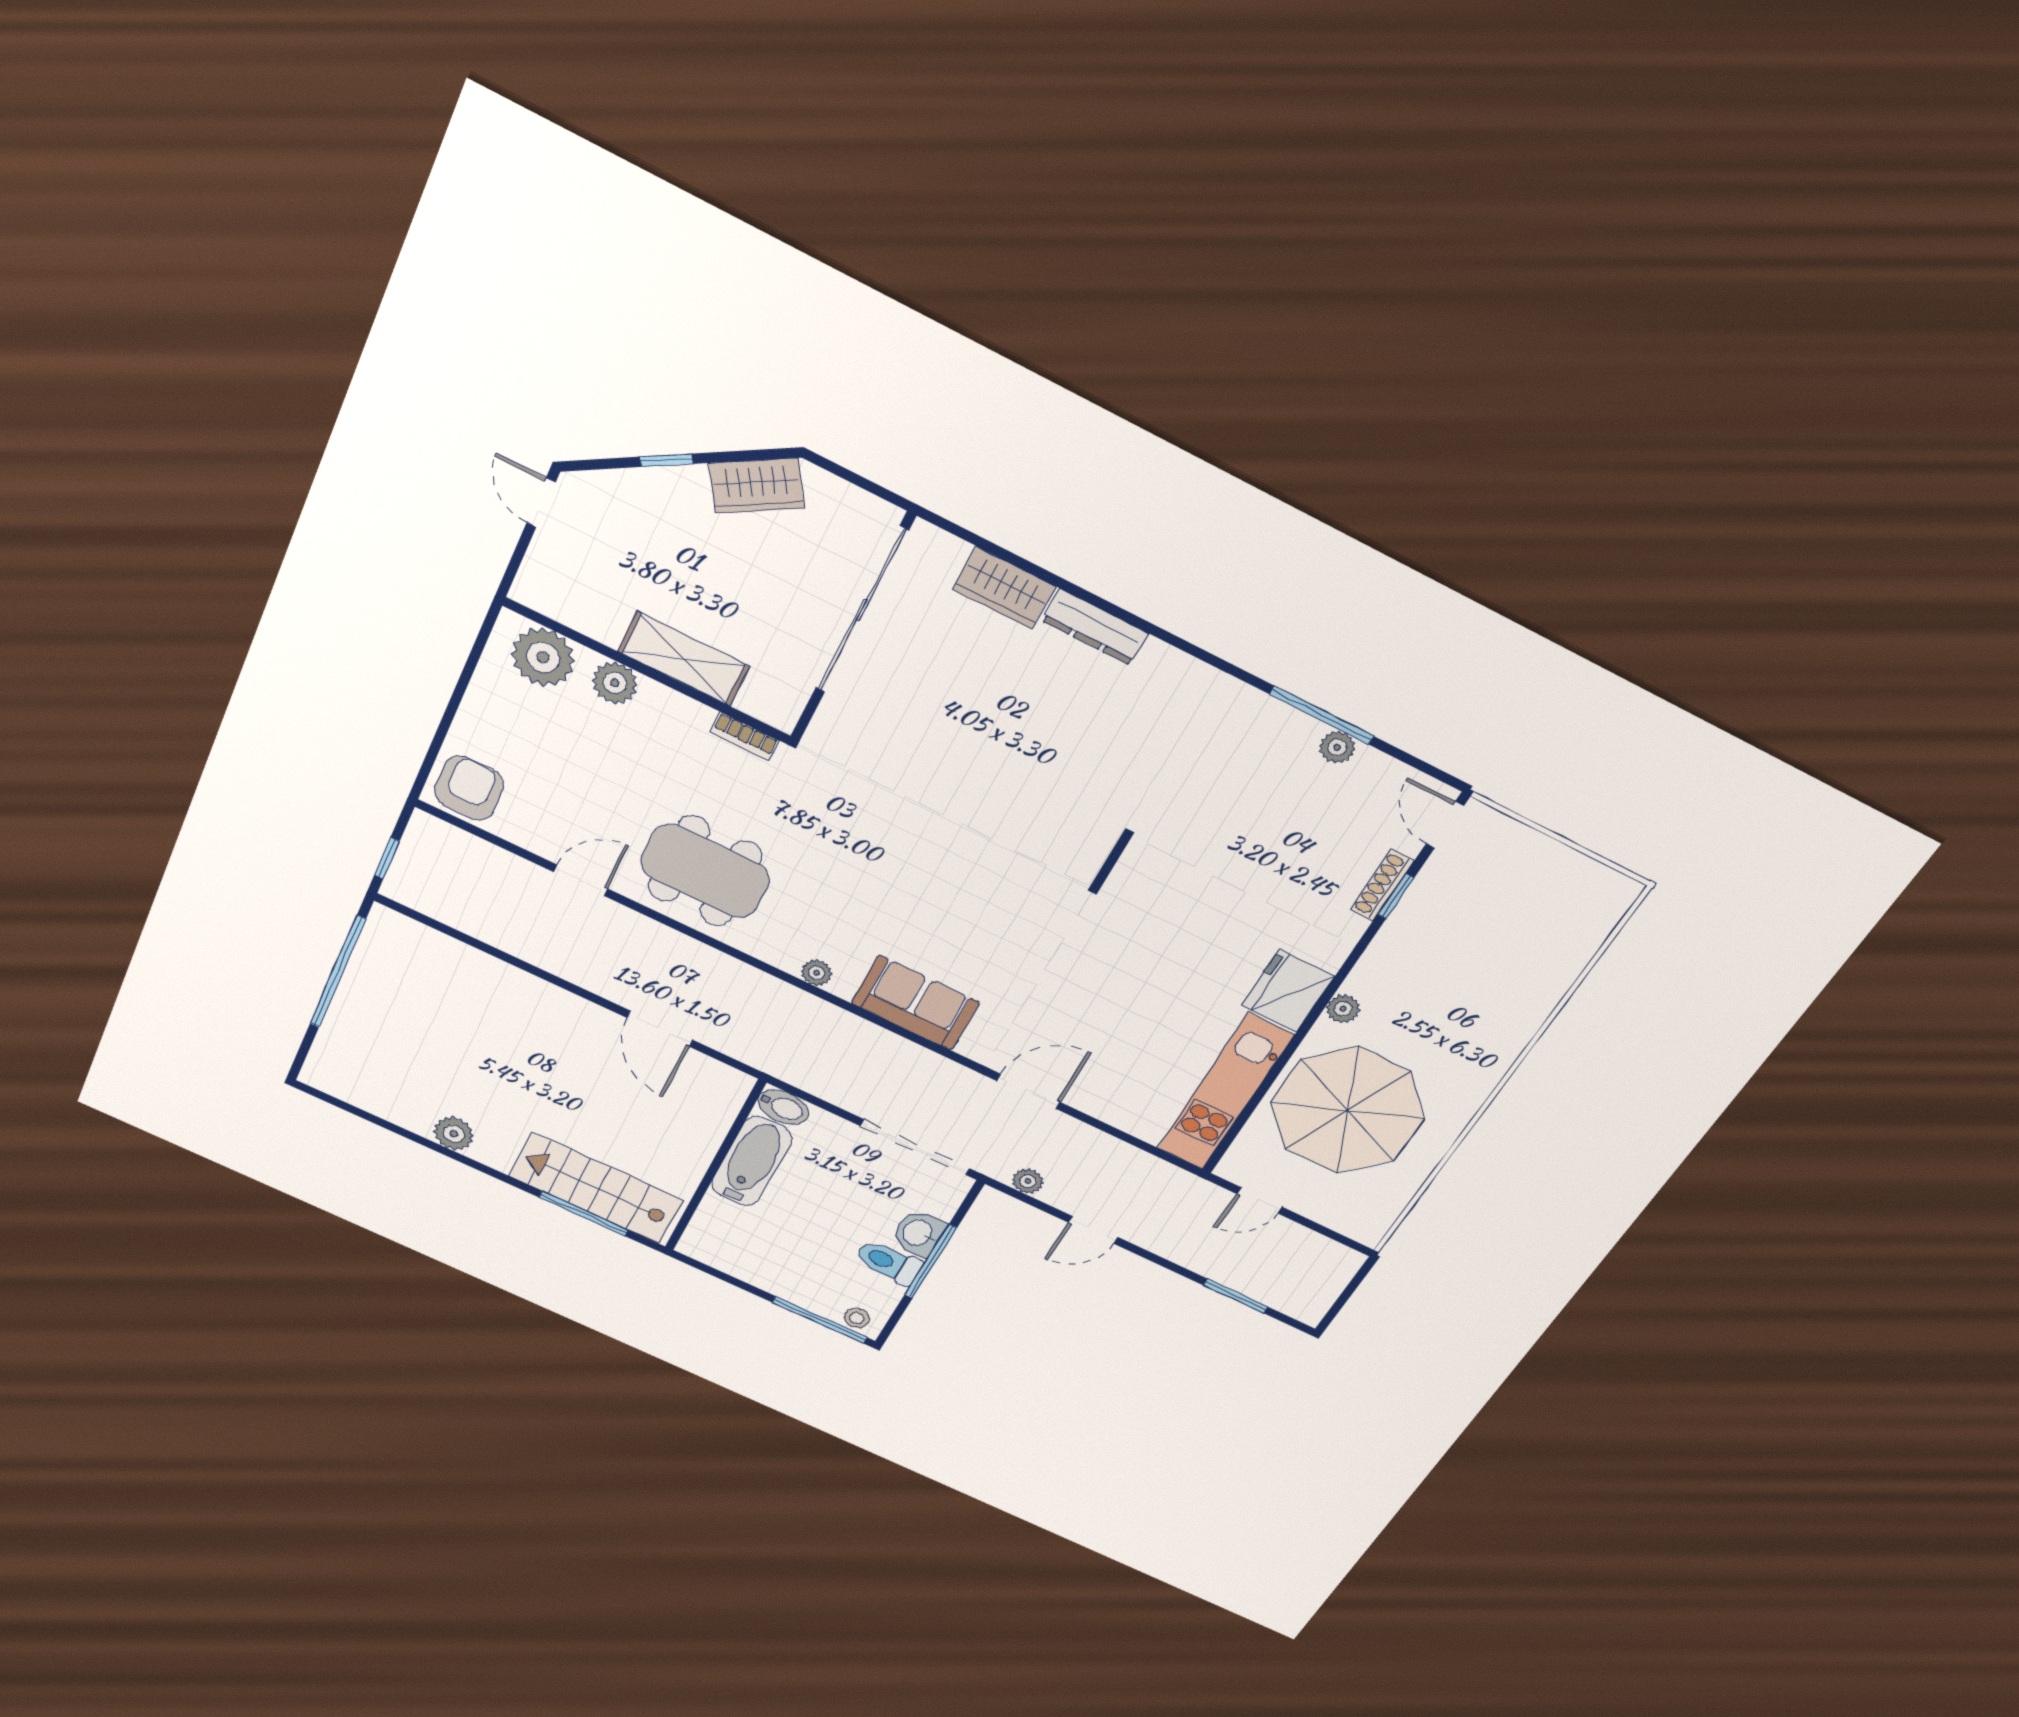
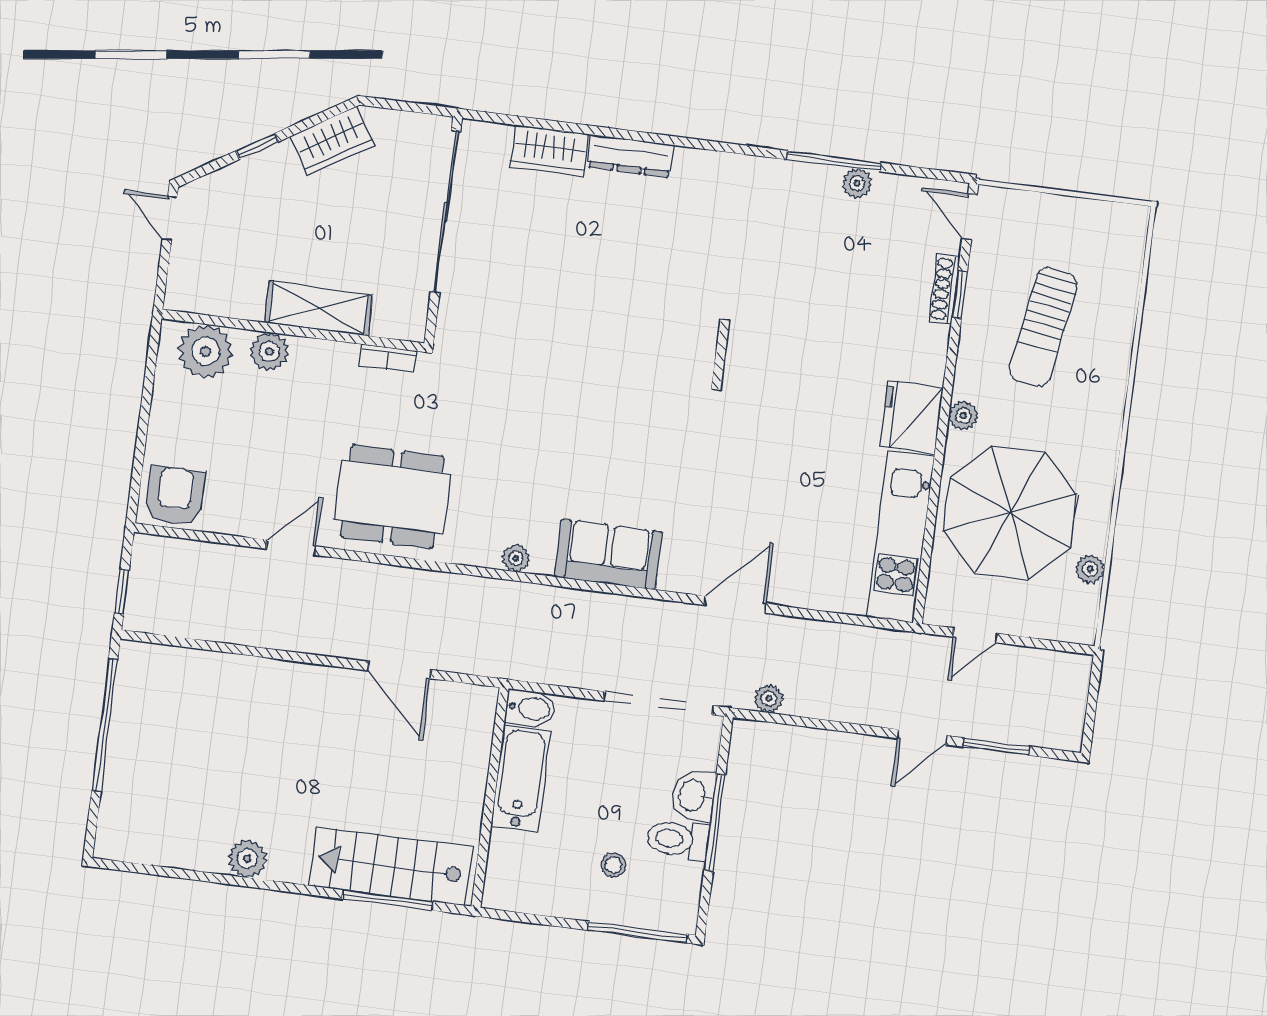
sun lounger: (1470, 958) -> (1043, 327), added
plant: (1404, 1186) -> (1090, 569), added
door: (1093, 1230) -> (922, 737), moved
stool: (857, 1318) -> (614, 865), moved

